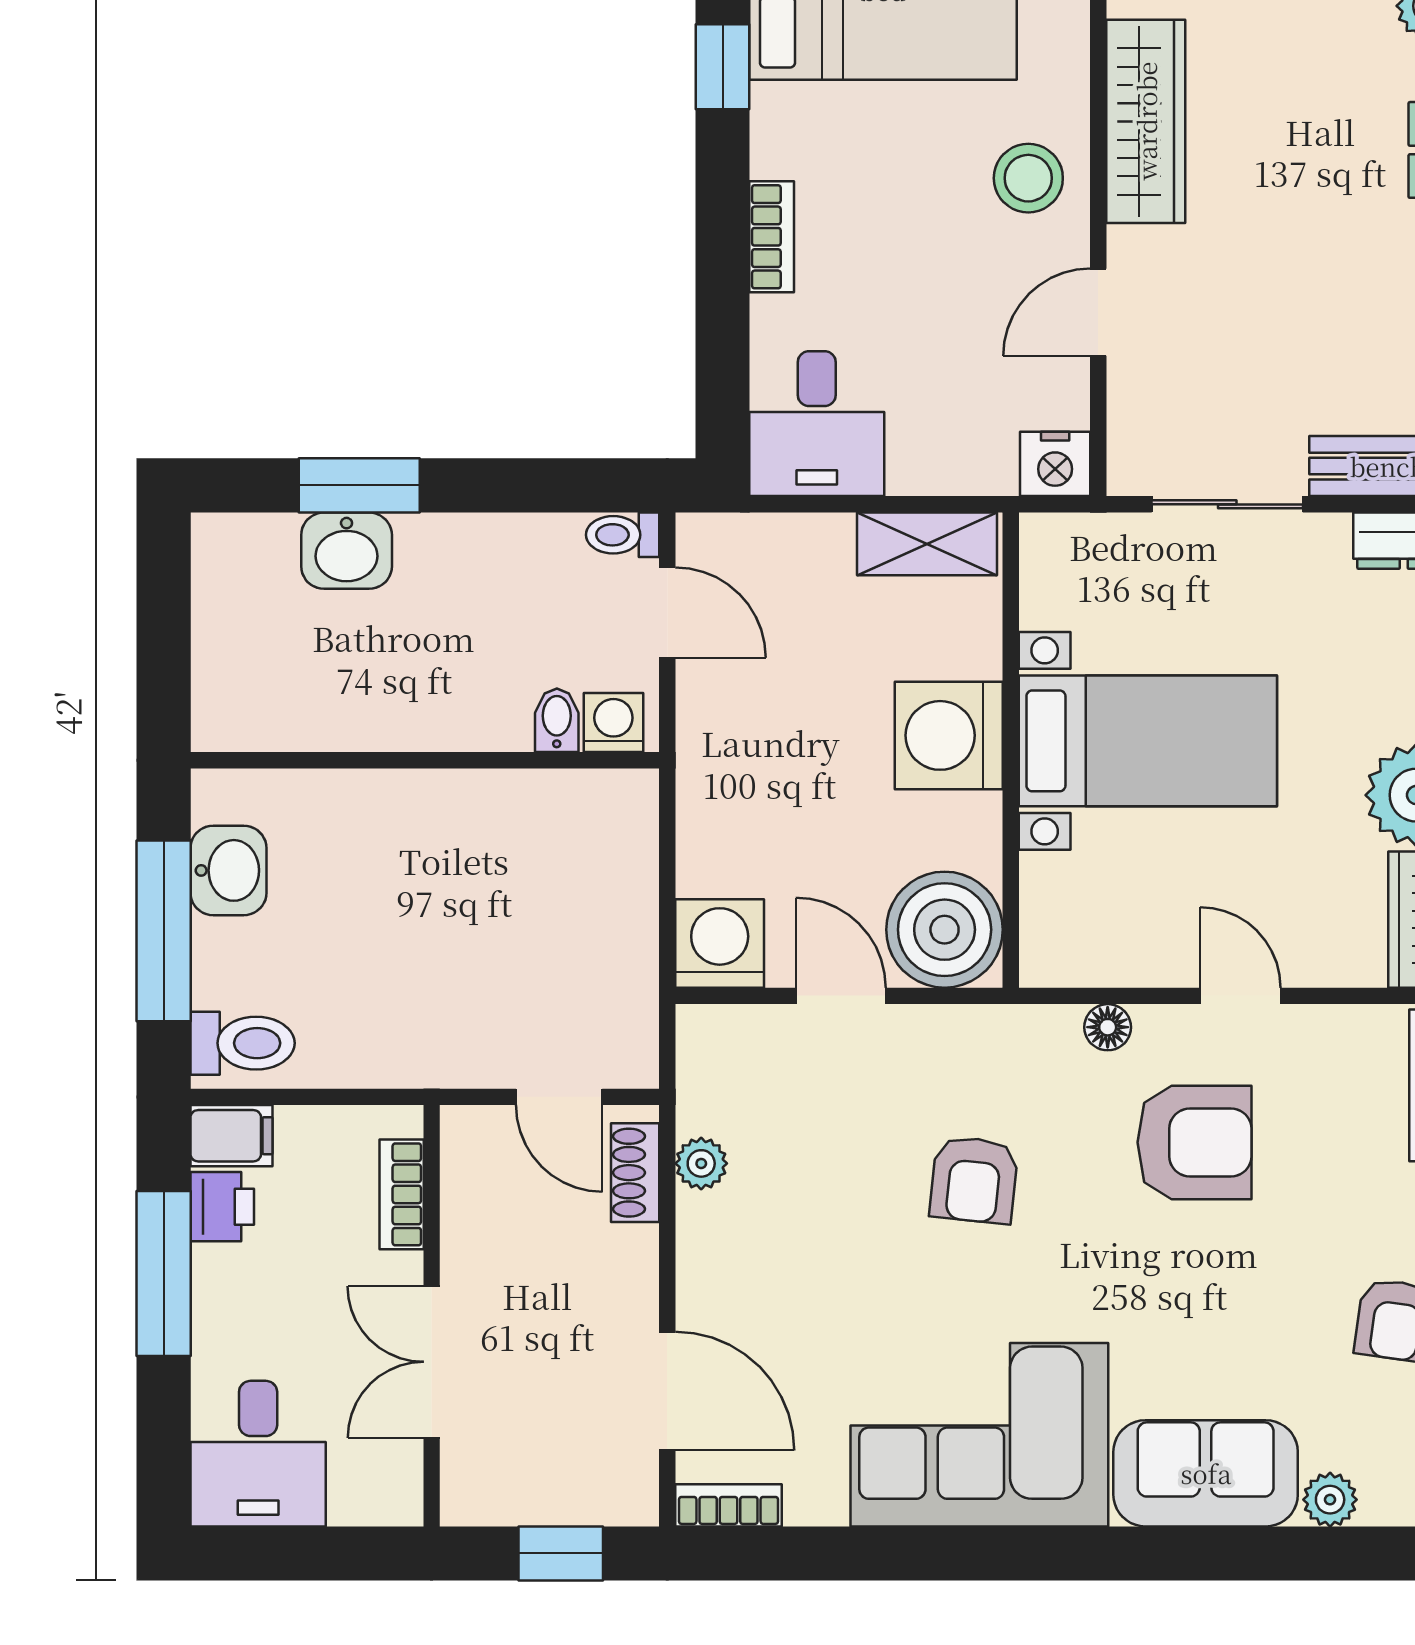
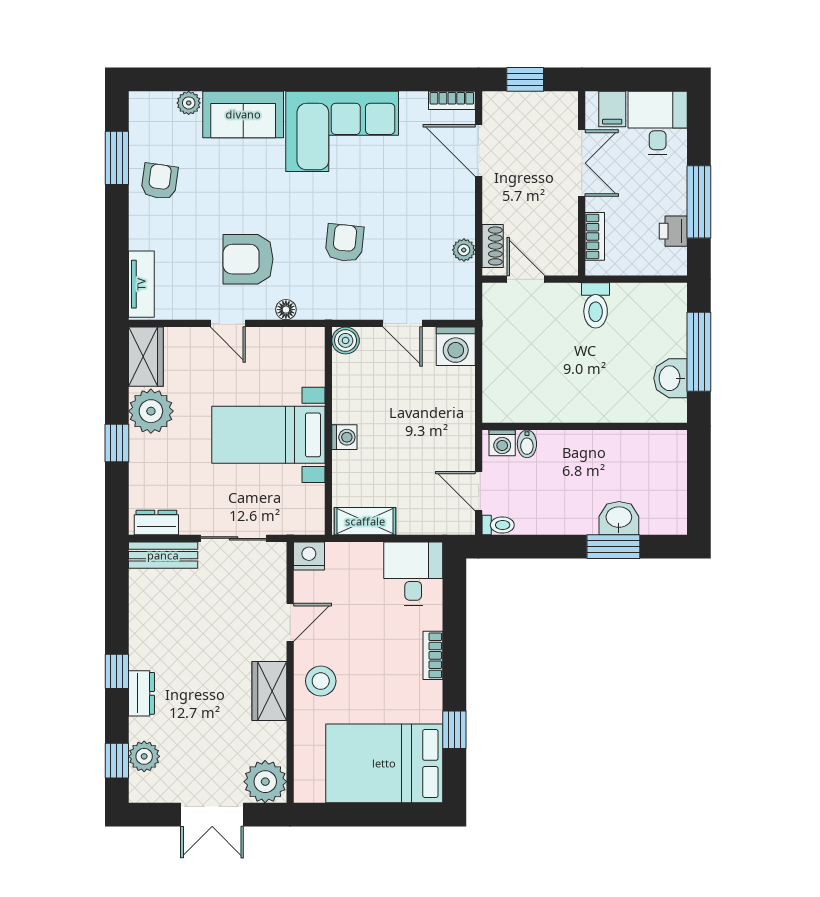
wardrobe: (1146, 121) -> (269, 691), width x0.67
washing machine: (949, 735) -> (344, 437), width x0.53, depth x0.53
boiler: (945, 930) -> (346, 340), width x0.54, depth x0.54
toilet: (243, 1043) -> (596, 305), moved, turned -90
filing cabinet: (231, 1136) -> (612, 109), moved, turned -90

